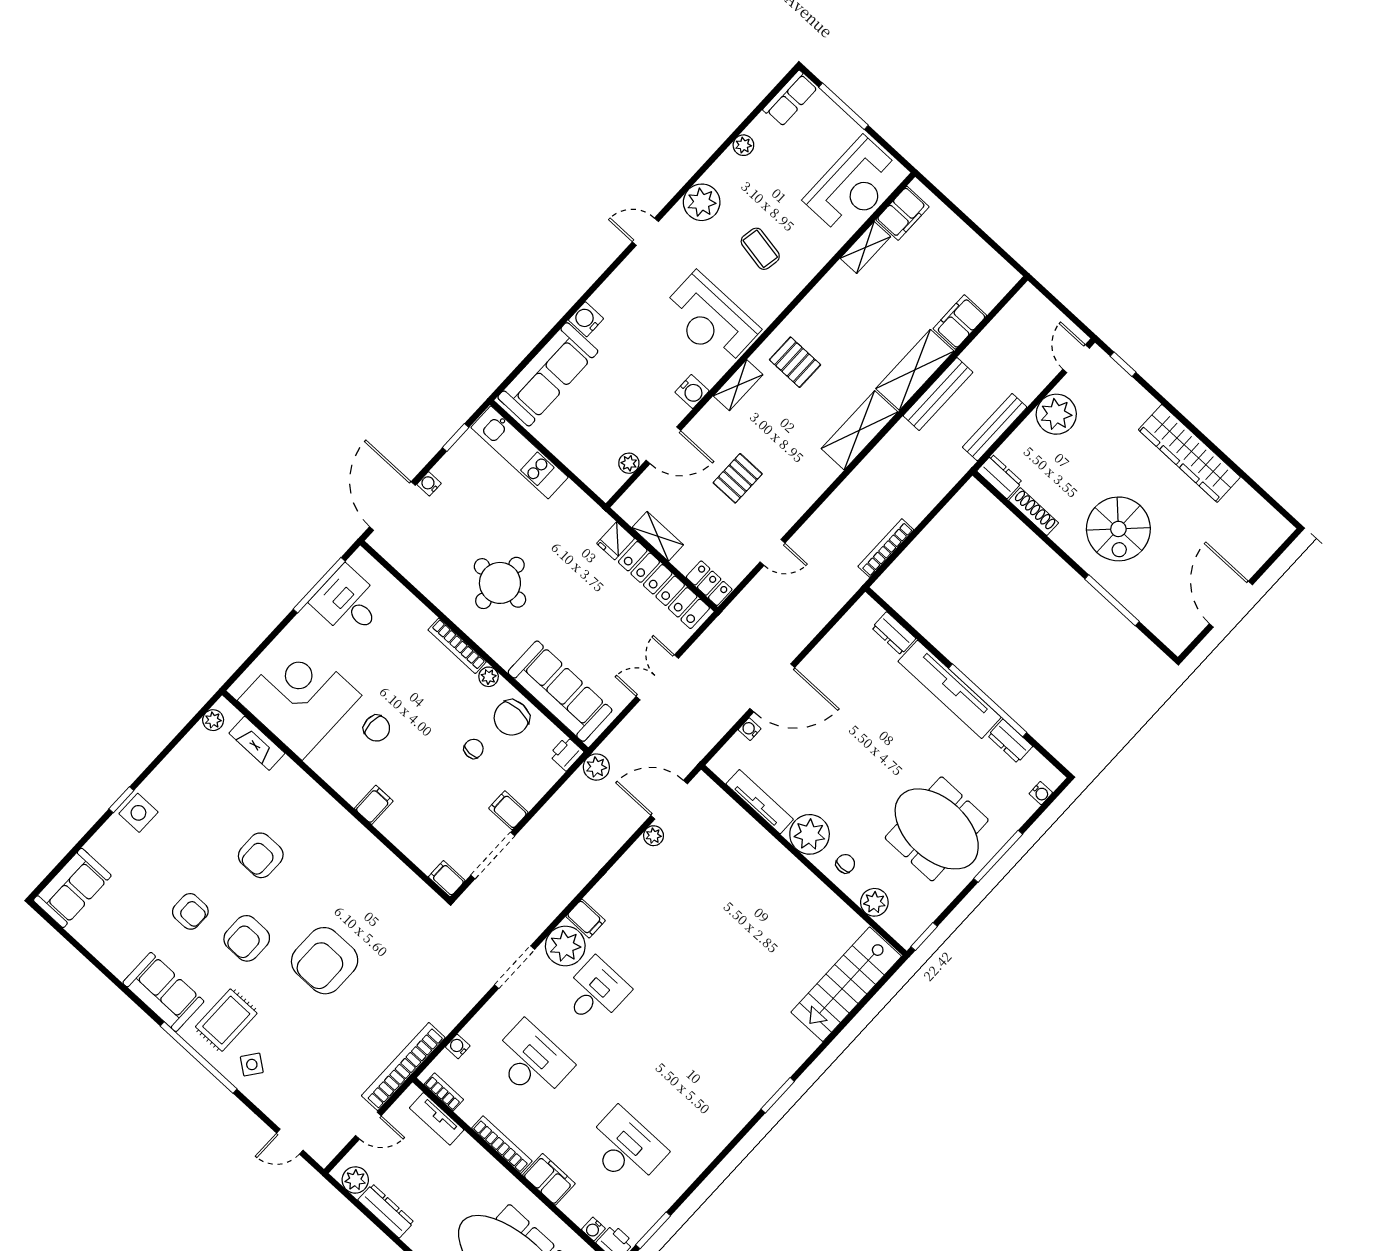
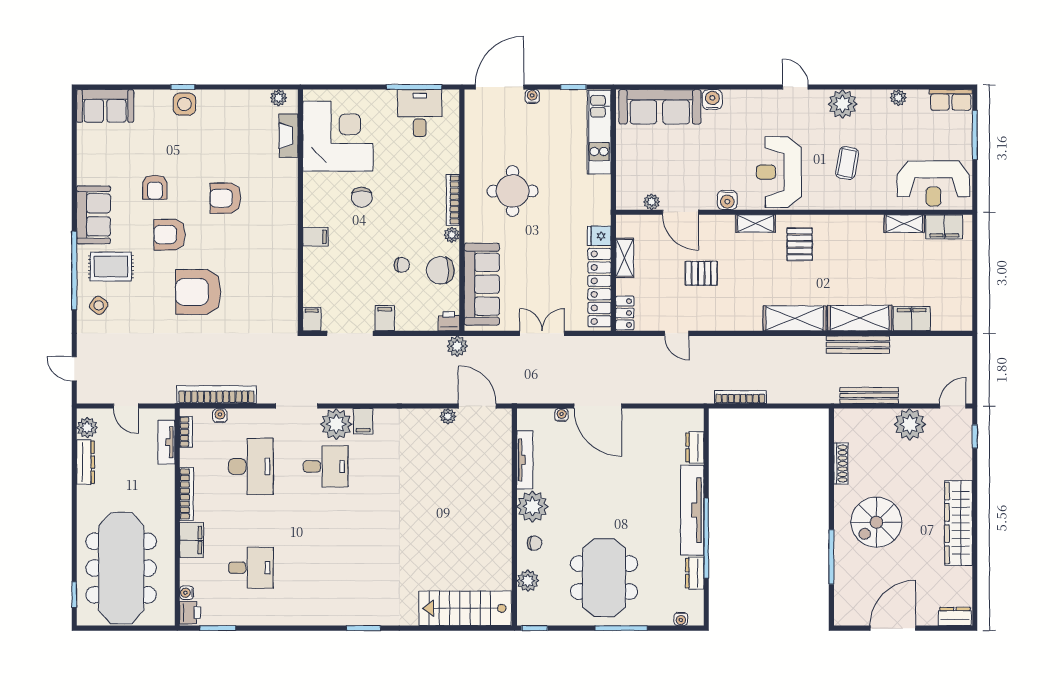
dresser: (1000, 477) -> (955, 617), moved, turned -90
bookcase: (403, 1067) -> (216, 395), moved
desk: (625, 1148) -> (251, 568), width x0.73

